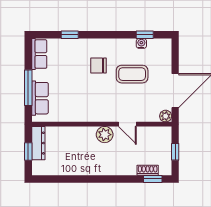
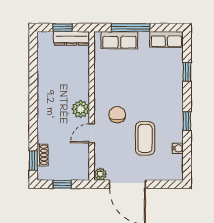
window: (145, 35) -> (187, 121), moved
chair: (98, 65) -> (117, 115), moved

